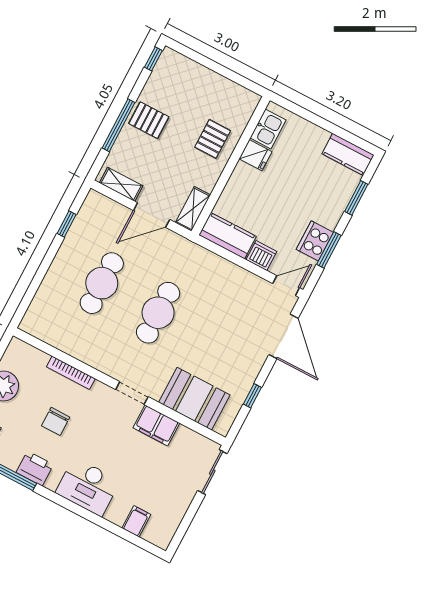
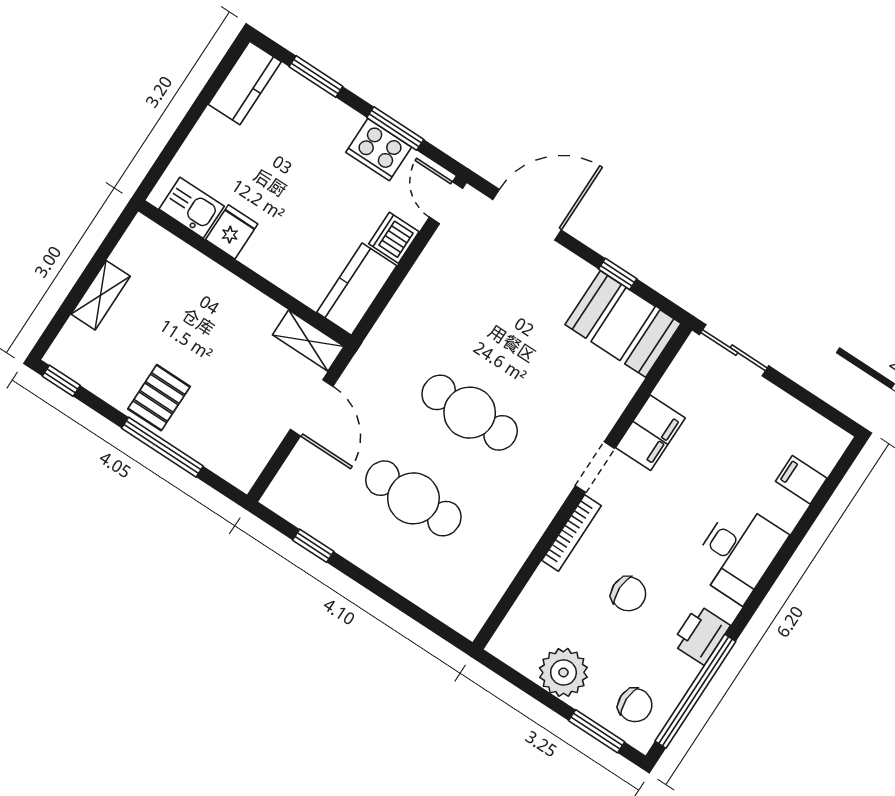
pallet: (213, 139) -> (199, 298), removed
shelving: (121, 184) -> (101, 295), moved
bookcase: (71, 373) -> (572, 533), moved
booth: (194, 399) -> (623, 324), moved, turned 90

